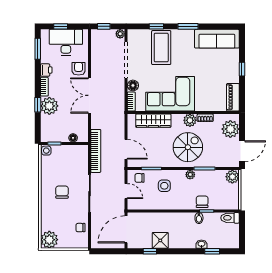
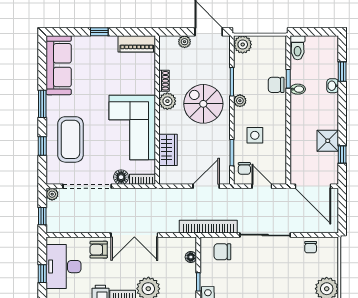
coffee table: (161, 48) -> (70, 139), turned 90
wardrobe: (153, 121) -> (168, 150), width x0.67
plant: (230, 129) -> (185, 42), width x0.53, depth x0.53
door: (126, 191) -> (262, 186), hinge flipped
chair: (62, 192) -> (222, 252), moved

